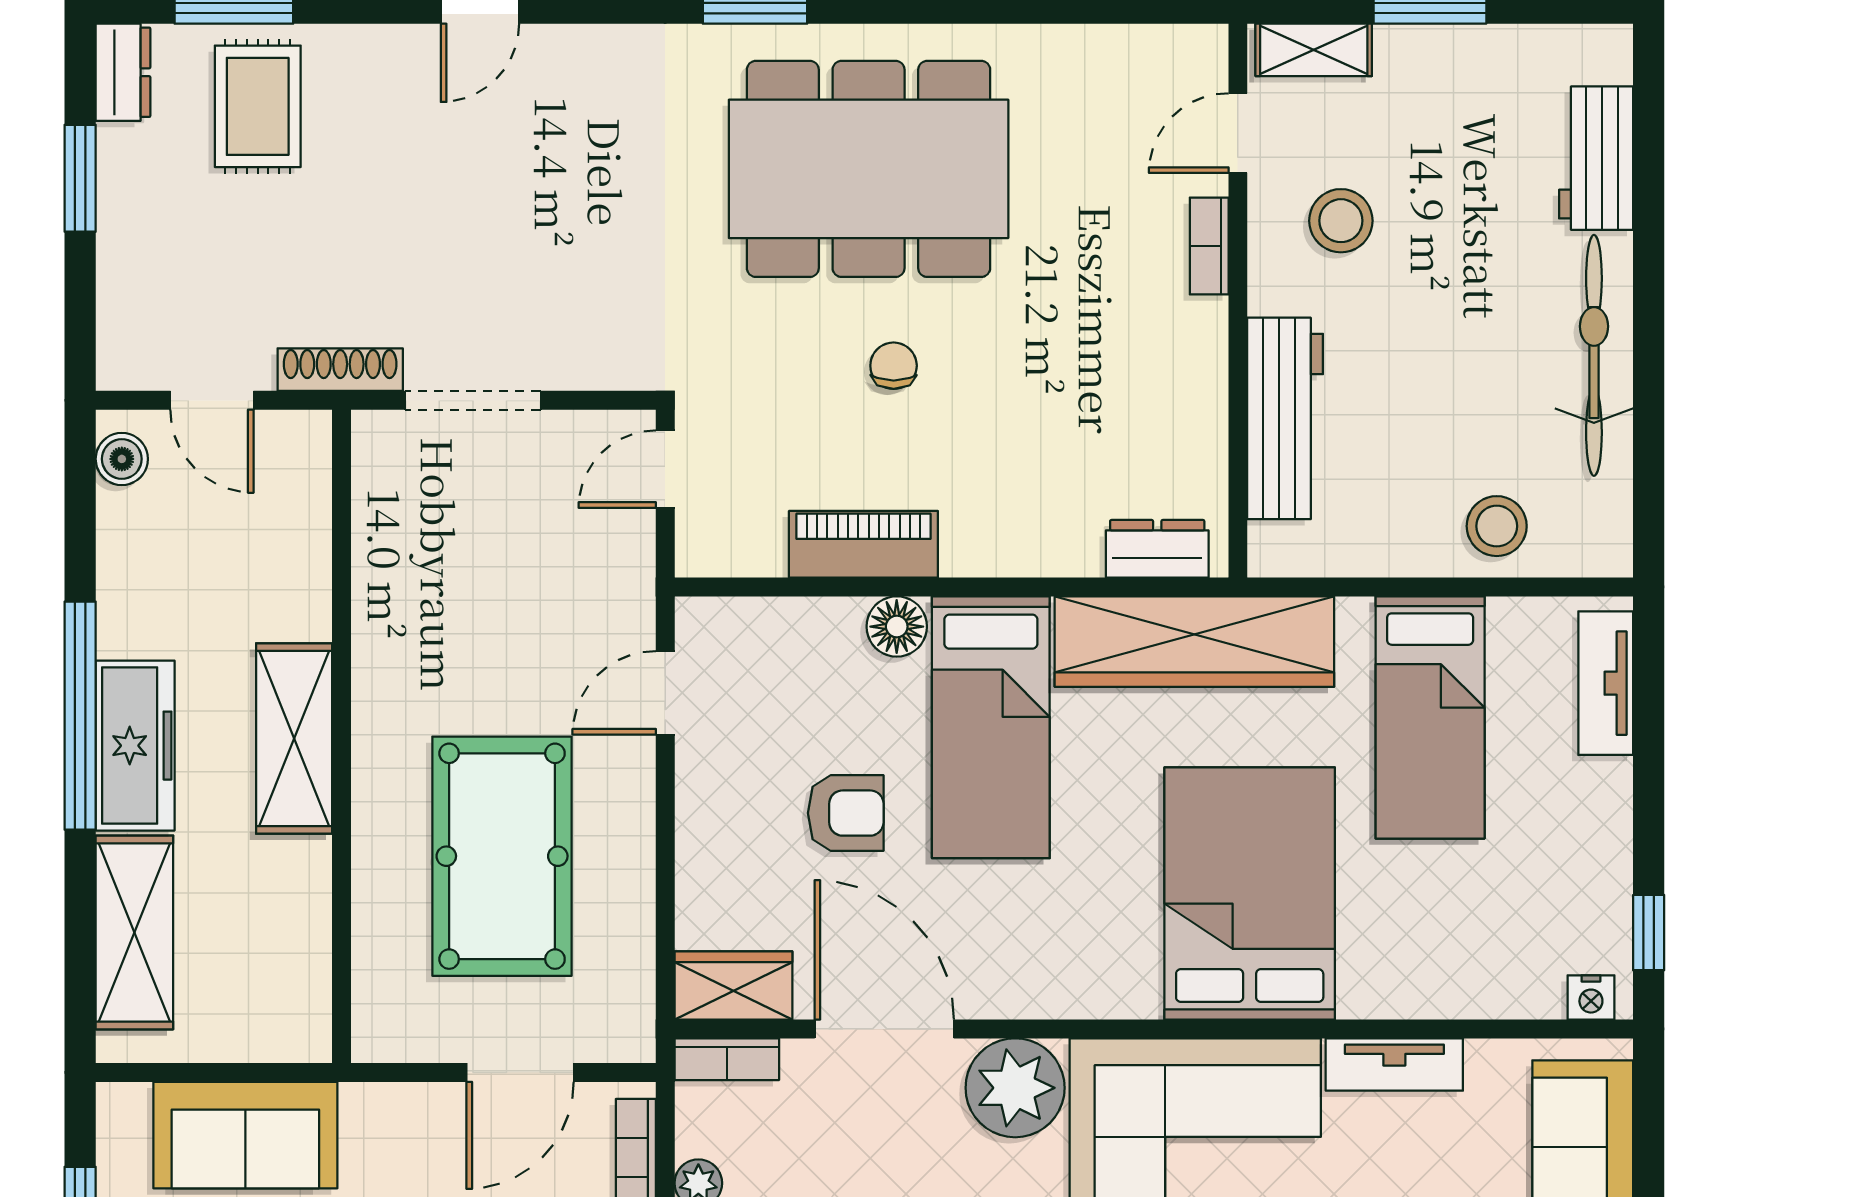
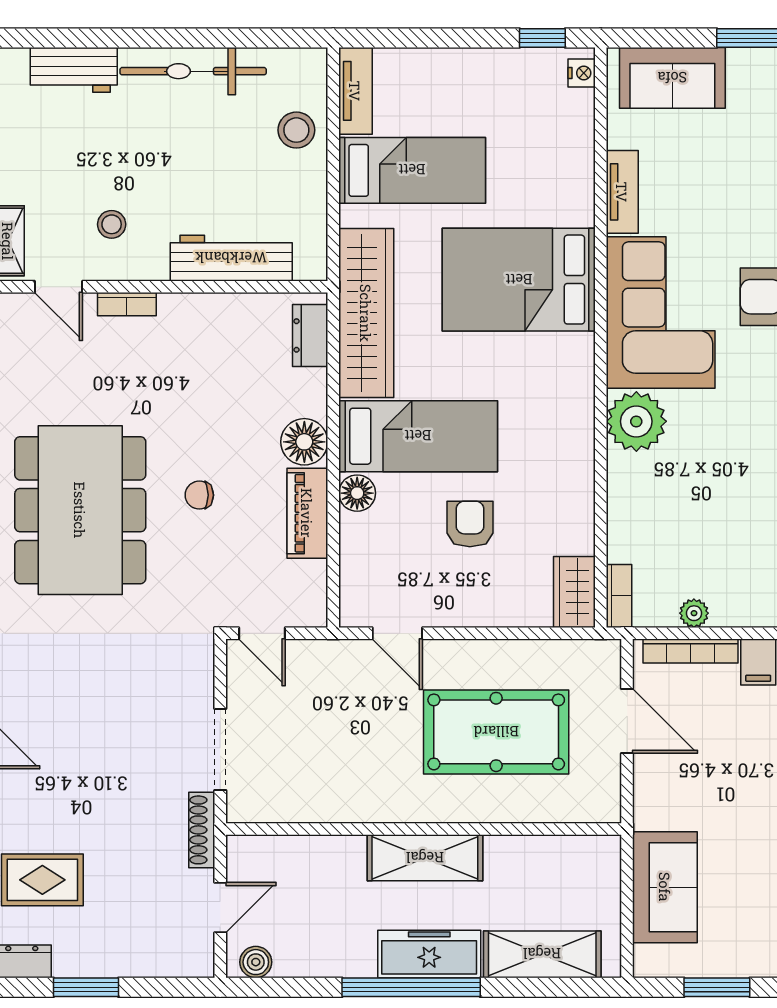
stool: (1341, 221) -> (112, 224), width x0.73, depth x0.73
floor lamp: (981, 539) -> (304, 442), added
tv unit: (1606, 683) -> (355, 91), moved, turned -90
door: (884, 1029) -> (601, 501), removed

